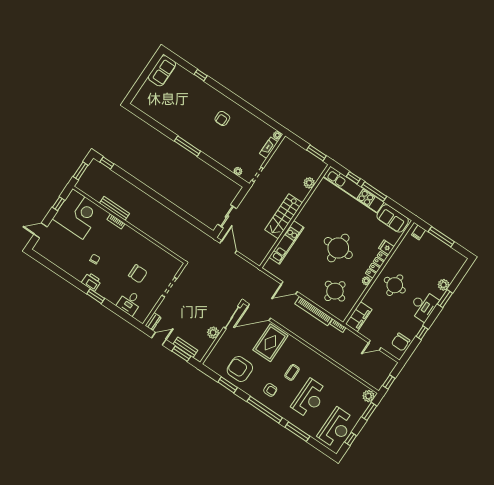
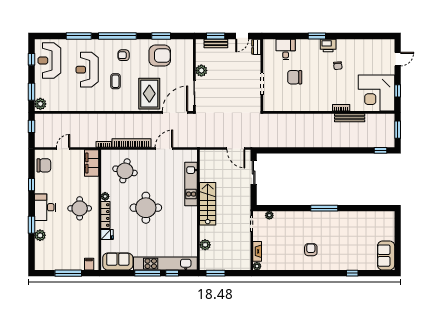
chair: (401, 342) -> (44, 165), turned 90

